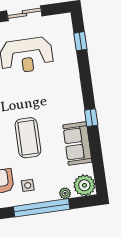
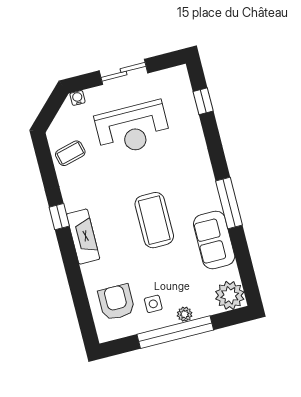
window: (91, 118) -> (229, 203), width x2.17
coffee table: (28, 138) -> (154, 220), moved
plant: (65, 193) -> (185, 314), moved

